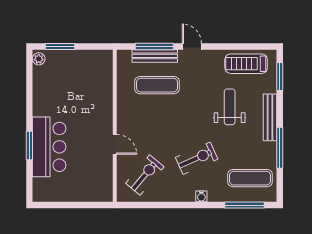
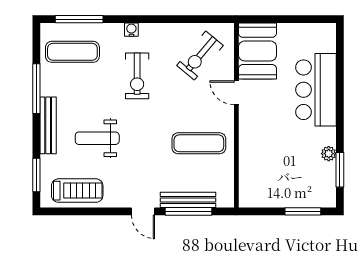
plant: (39, 59) -> (329, 154), moved
exercise mat: (157, 85) -> (199, 143), moved
weight bench: (230, 107) -> (97, 138), turned 90
window: (29, 146) -> (340, 170), moved
exercise bike: (197, 158) -> (137, 76), turned -66
booth: (97, 179) -> (257, 51), added

